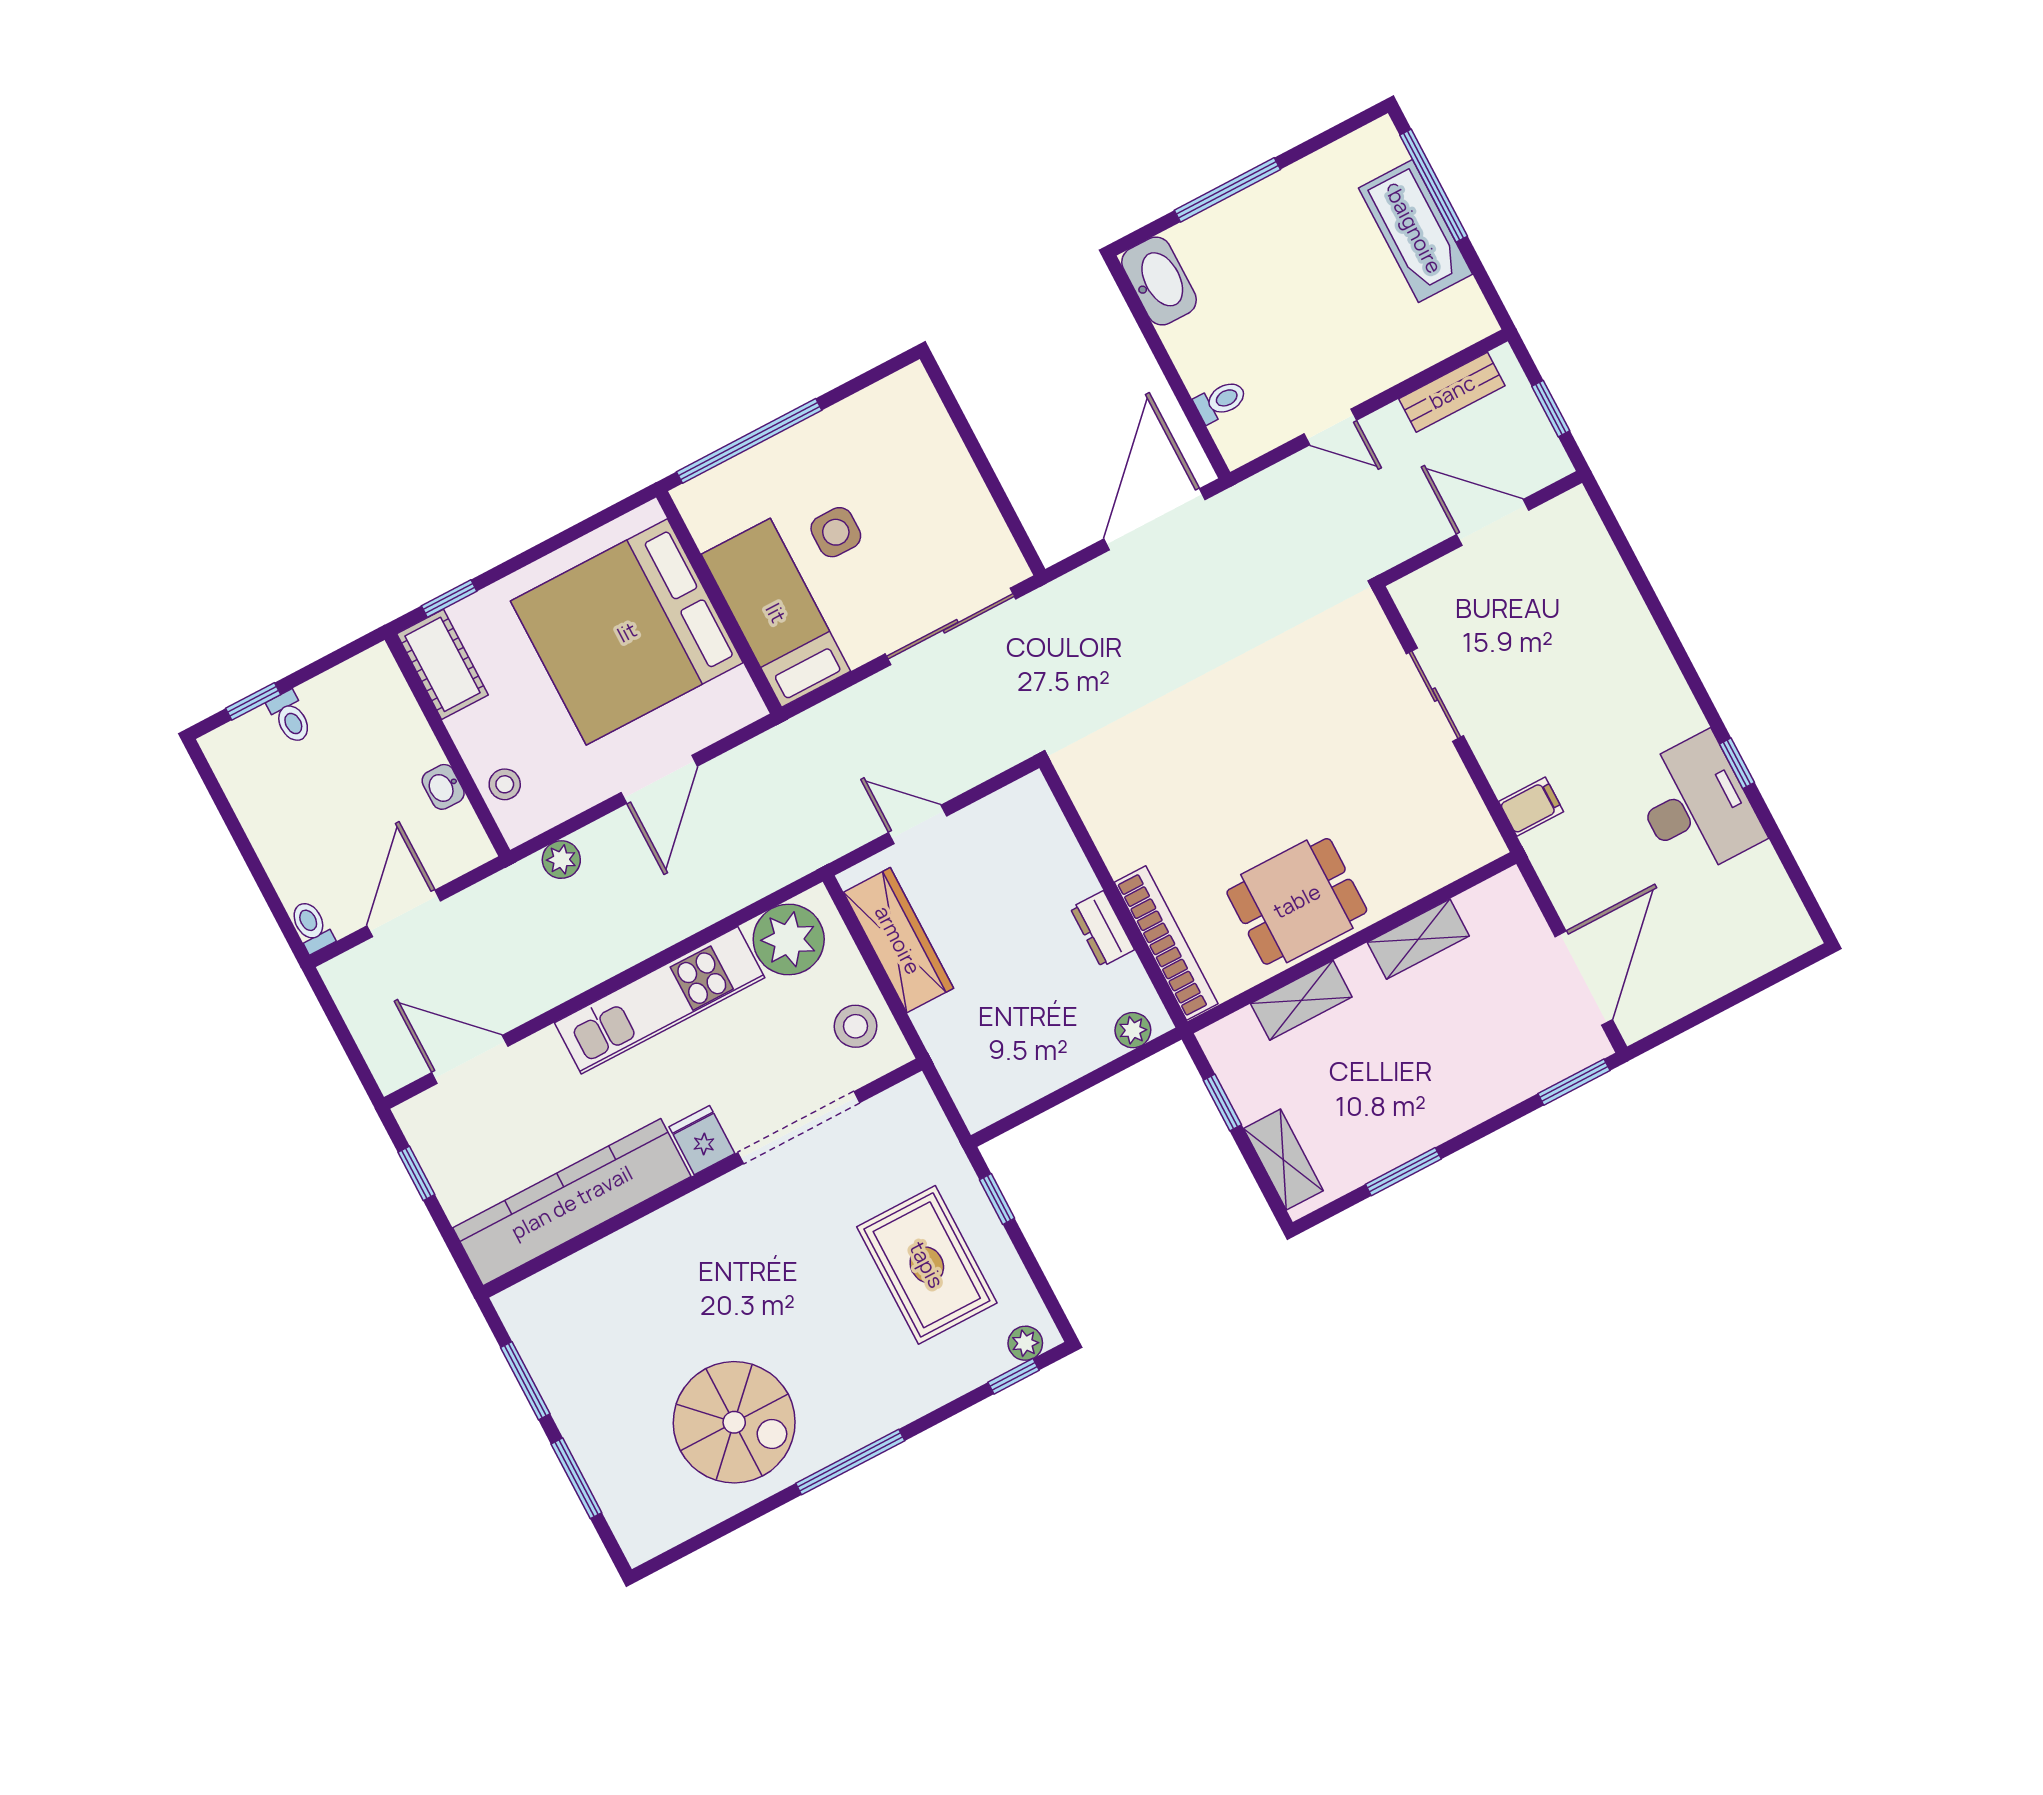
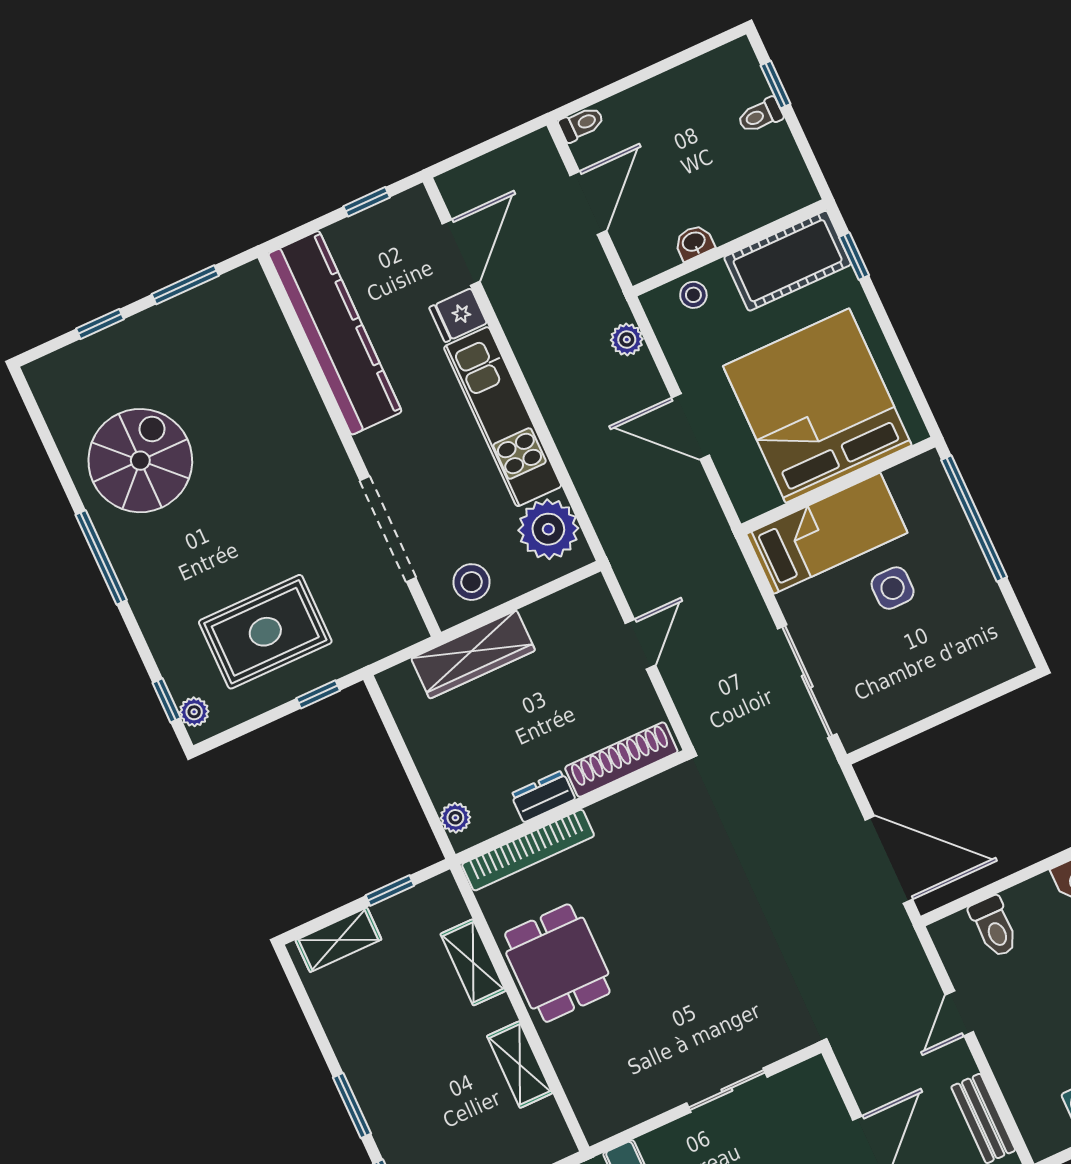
toilet: (1221, 401) -> (994, 927), width x1.37, depth x1.39
cot: (442, 664) -> (788, 261), width x1.37, depth x1.34
shoe rack: (1054, 839) -> (621, 760), added
door: (404, 913) -> (588, 203), hinge flipped
wardrobe: (898, 940) -> (473, 654), moved
fridge: (702, 1140) -> (458, 315), moved, turned 180
window: (1403, 1172) -> (352, 1106), moved
spiral stairs: (734, 1422) -> (140, 461), turned 180
window: (576, 1478) -> (100, 324), width x0.67

